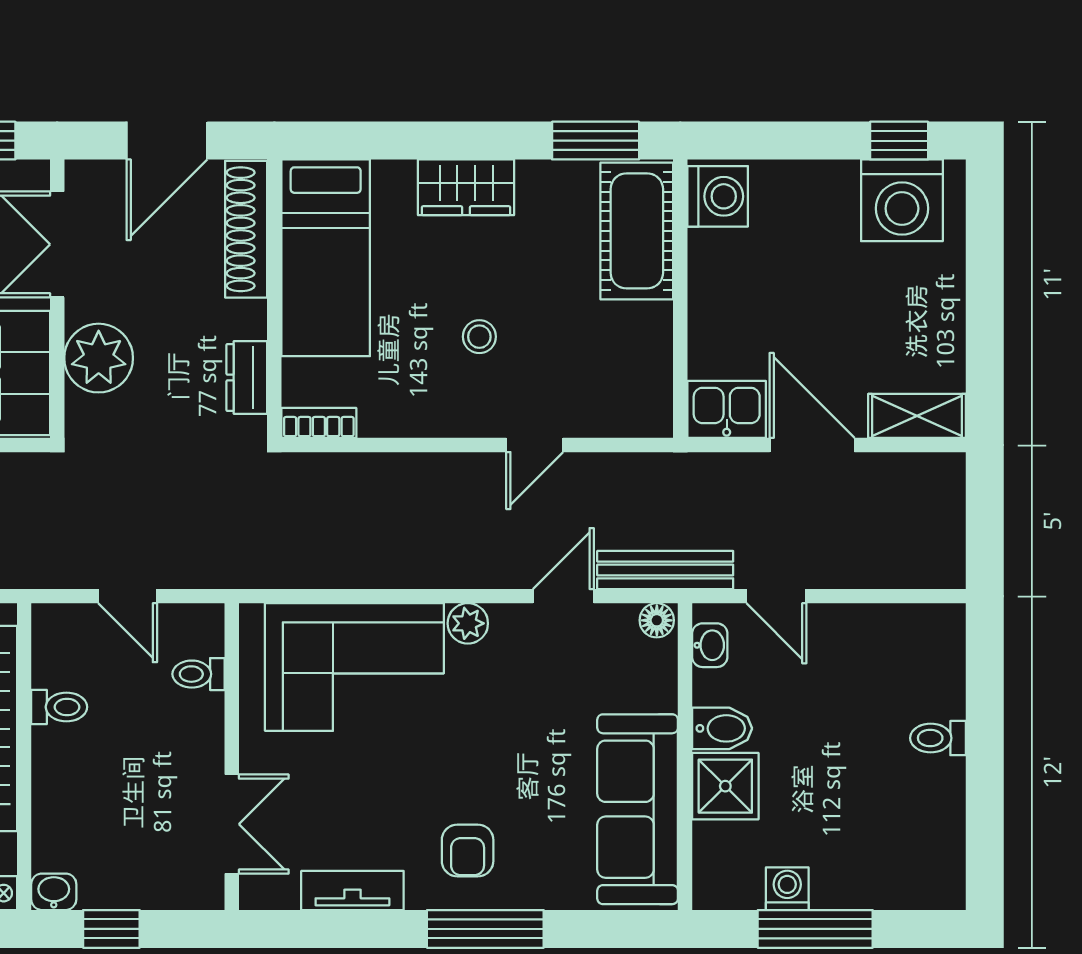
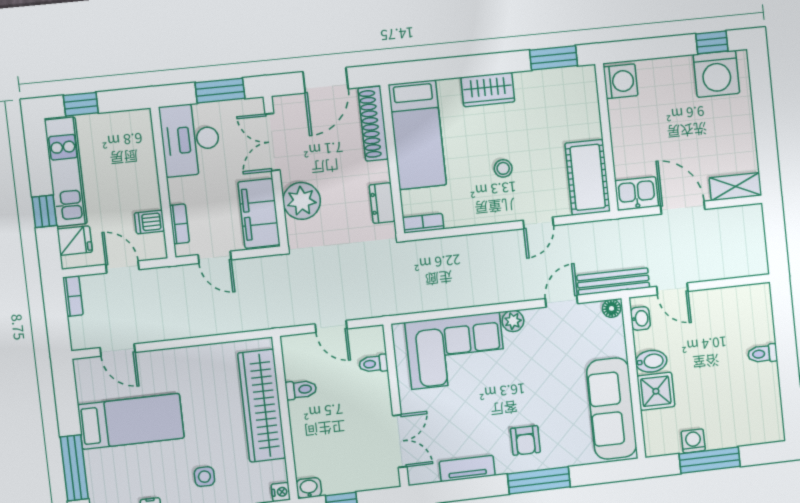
cot: (637, 231) -> (588, 177), moved

